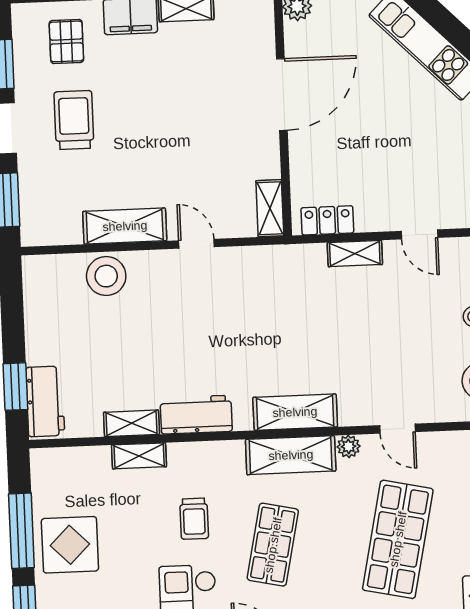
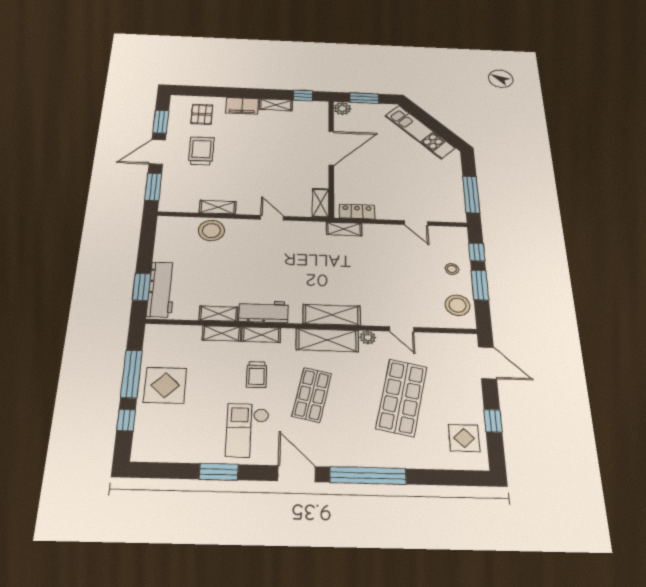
shelving: (125, 226) -> (218, 207), width x0.67, depth x0.75
shelving: (355, 254) -> (344, 229), moved
workbench: (45, 401) -> (161, 289), width x1.38
shelving: (196, 454) -> (261, 335), added

